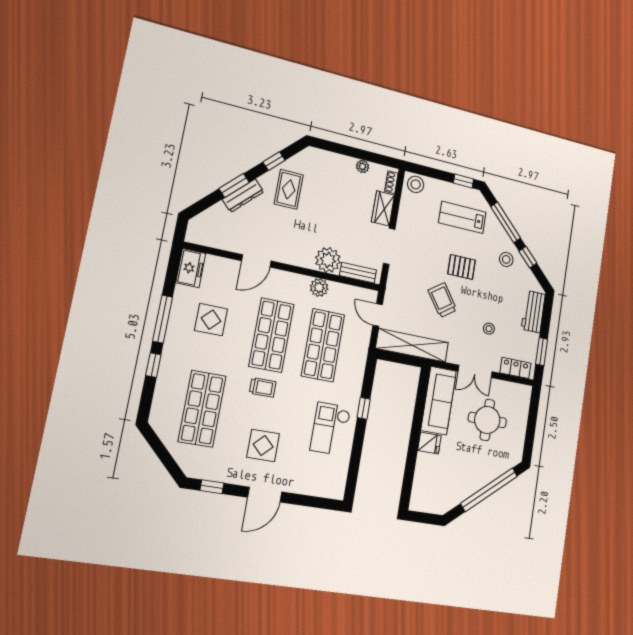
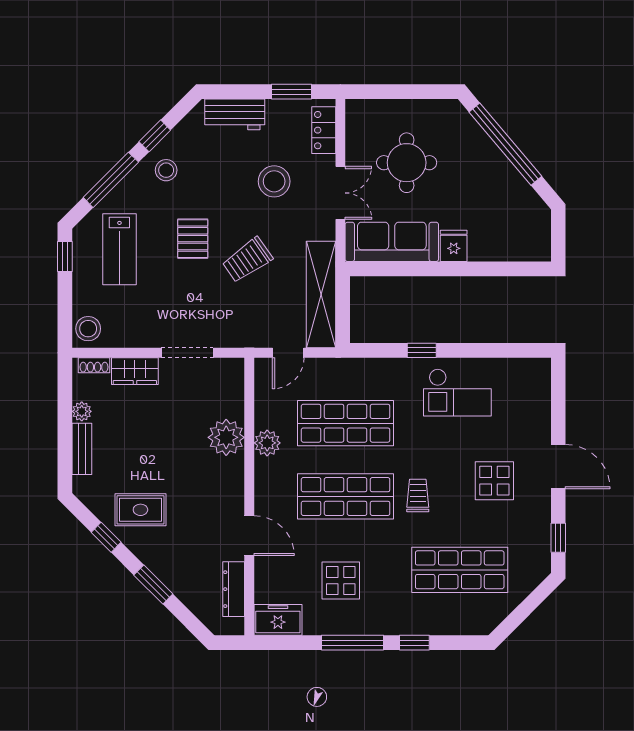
dresser: (243, 196) -> (234, 589), moved, turned -135
bench: (358, 273) -> (82, 449), moved
stool: (489, 329) -> (274, 181), width x1.89, depth x1.89

